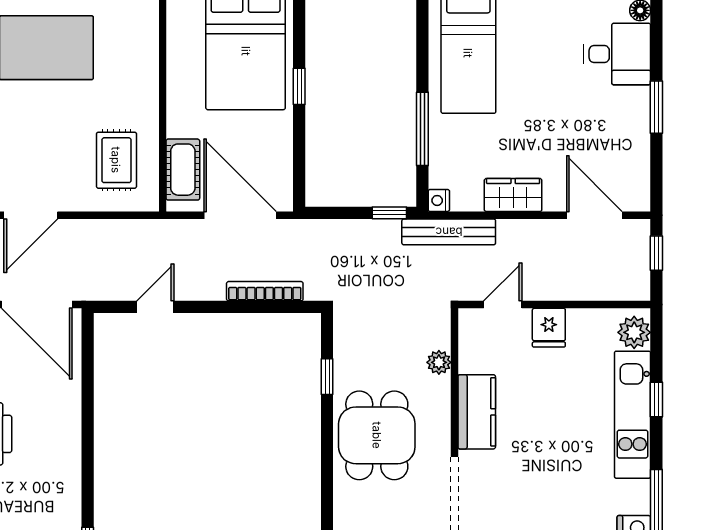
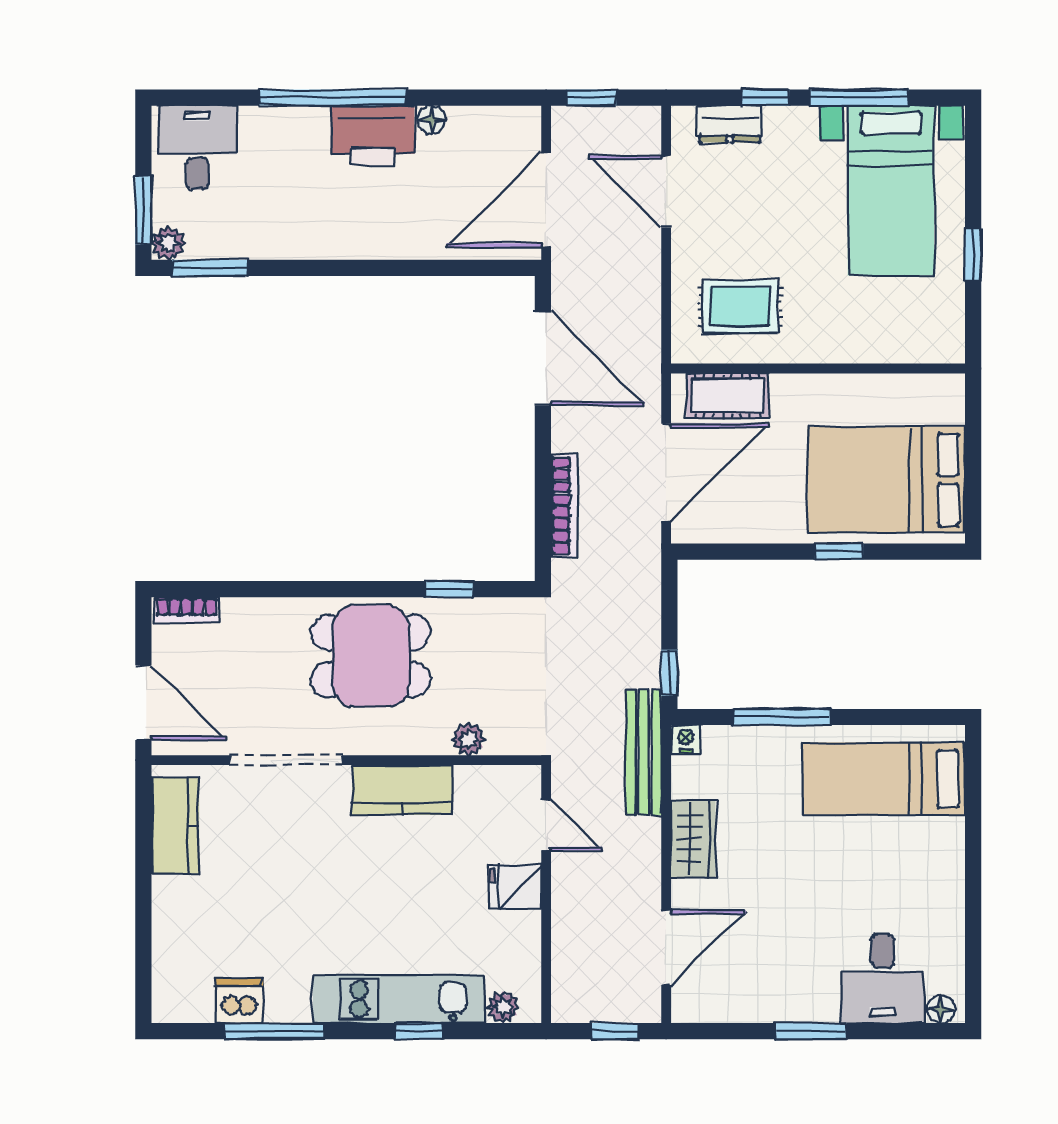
door: (155, 307) -> (543, 359), width x1.88
plant: (634, 332) -> (503, 1007), width x0.73, depth x0.73

